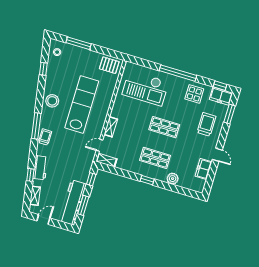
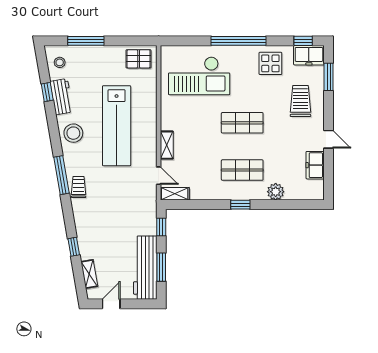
lab bench: (82, 104) -> (117, 126), turned 180
door: (99, 145) -> (159, 176), swing flipped
workbench: (40, 168) -> (61, 97), moved

